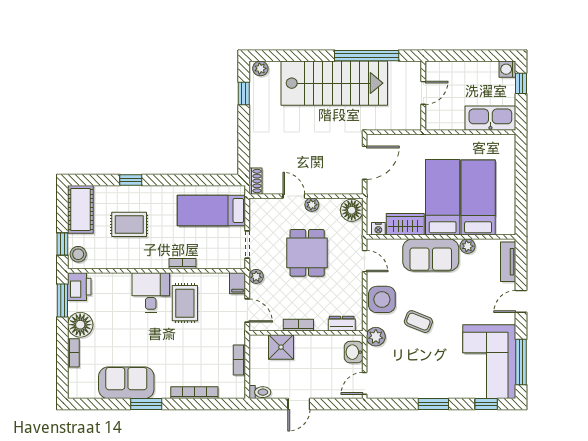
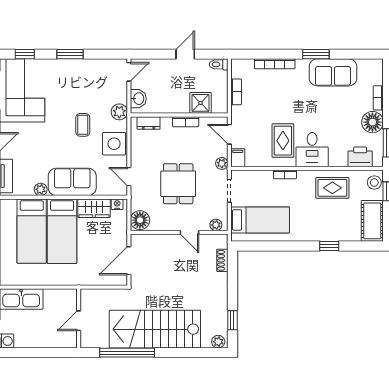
shoe rack: (255, 181) -> (222, 260), moved
plant: (312, 205) -> (216, 225), moved
rug: (129, 224) -> (332, 188), moved
printer: (79, 287) -> (360, 157), moved, turned 90
coffee table: (418, 322) -> (83, 125), turned 68

